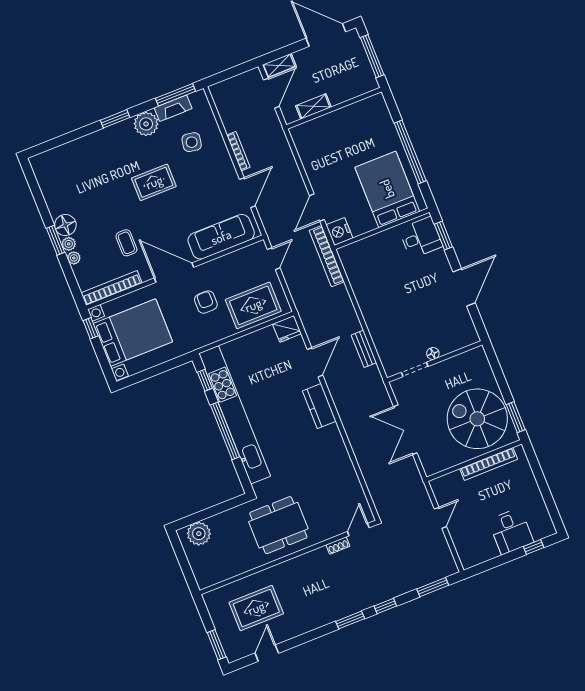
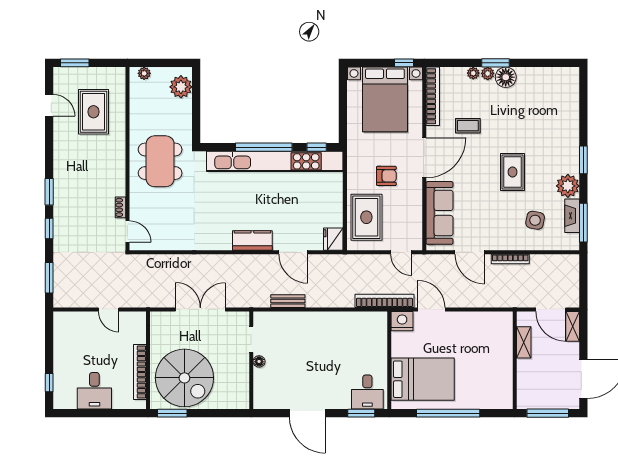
spiral stairs: (477, 419) -> (184, 378), turned 90
desk: (511, 531) -> (94, 391), moved, turned -90
plant: (200, 574) -> (144, 73), added

